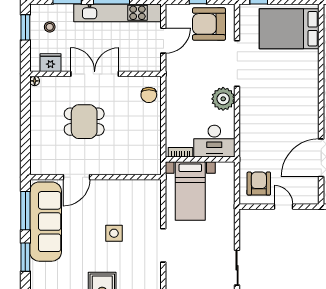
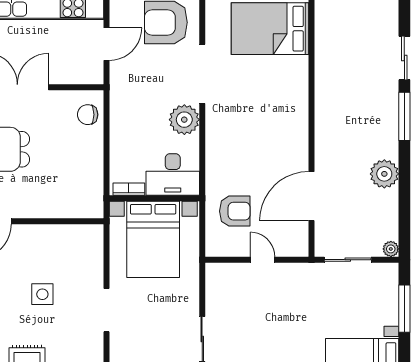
chair: (149, 95) -> (88, 115), turned 90
armchair: (259, 184) -> (235, 211), moved, turned 90
bed with nightstands: (190, 191) -> (153, 239), width x1.36

